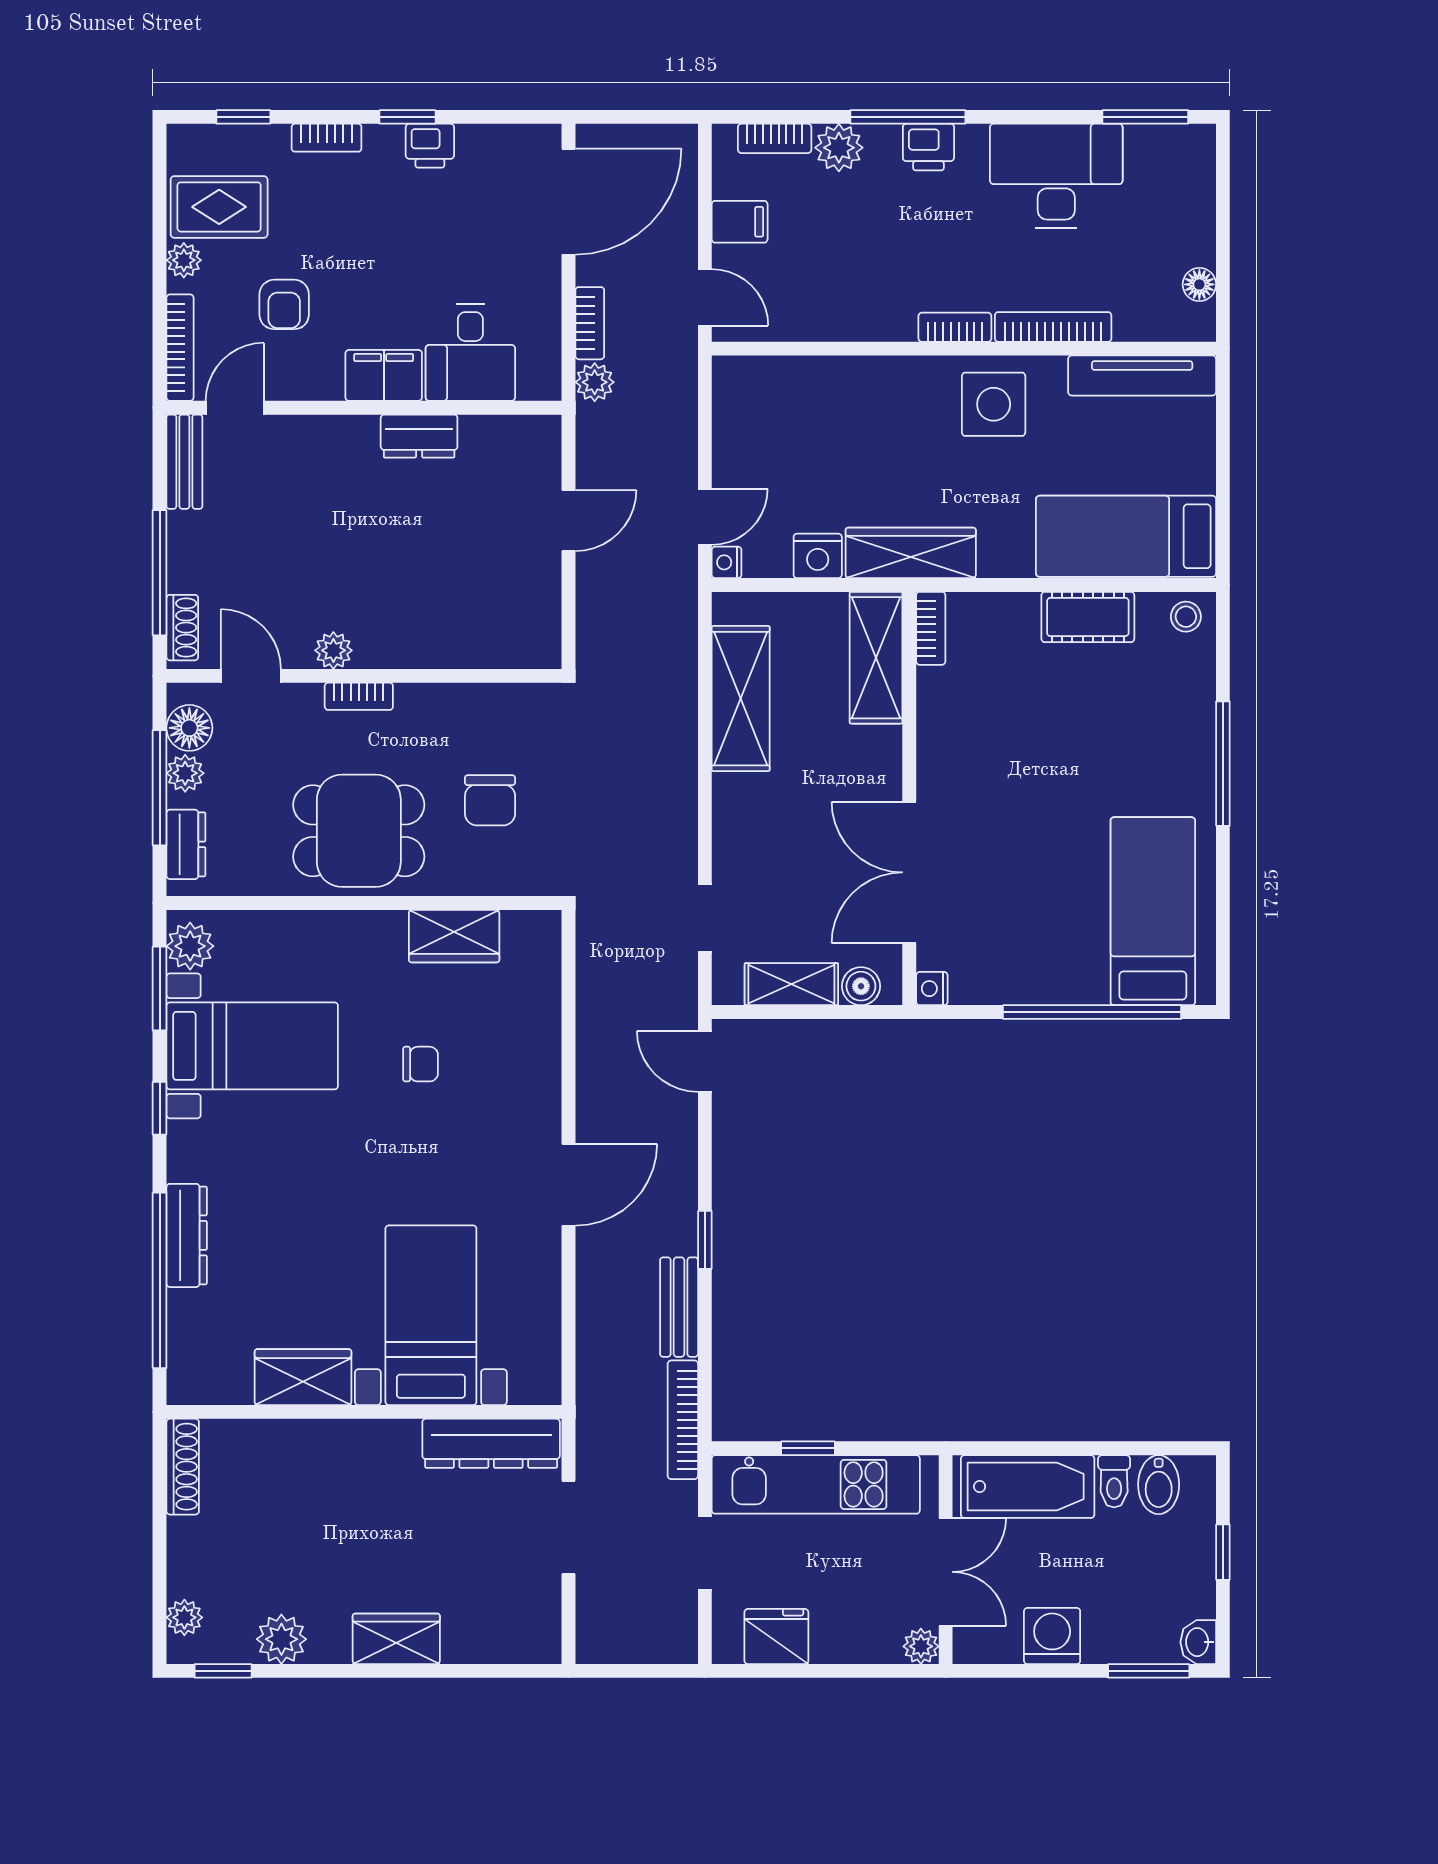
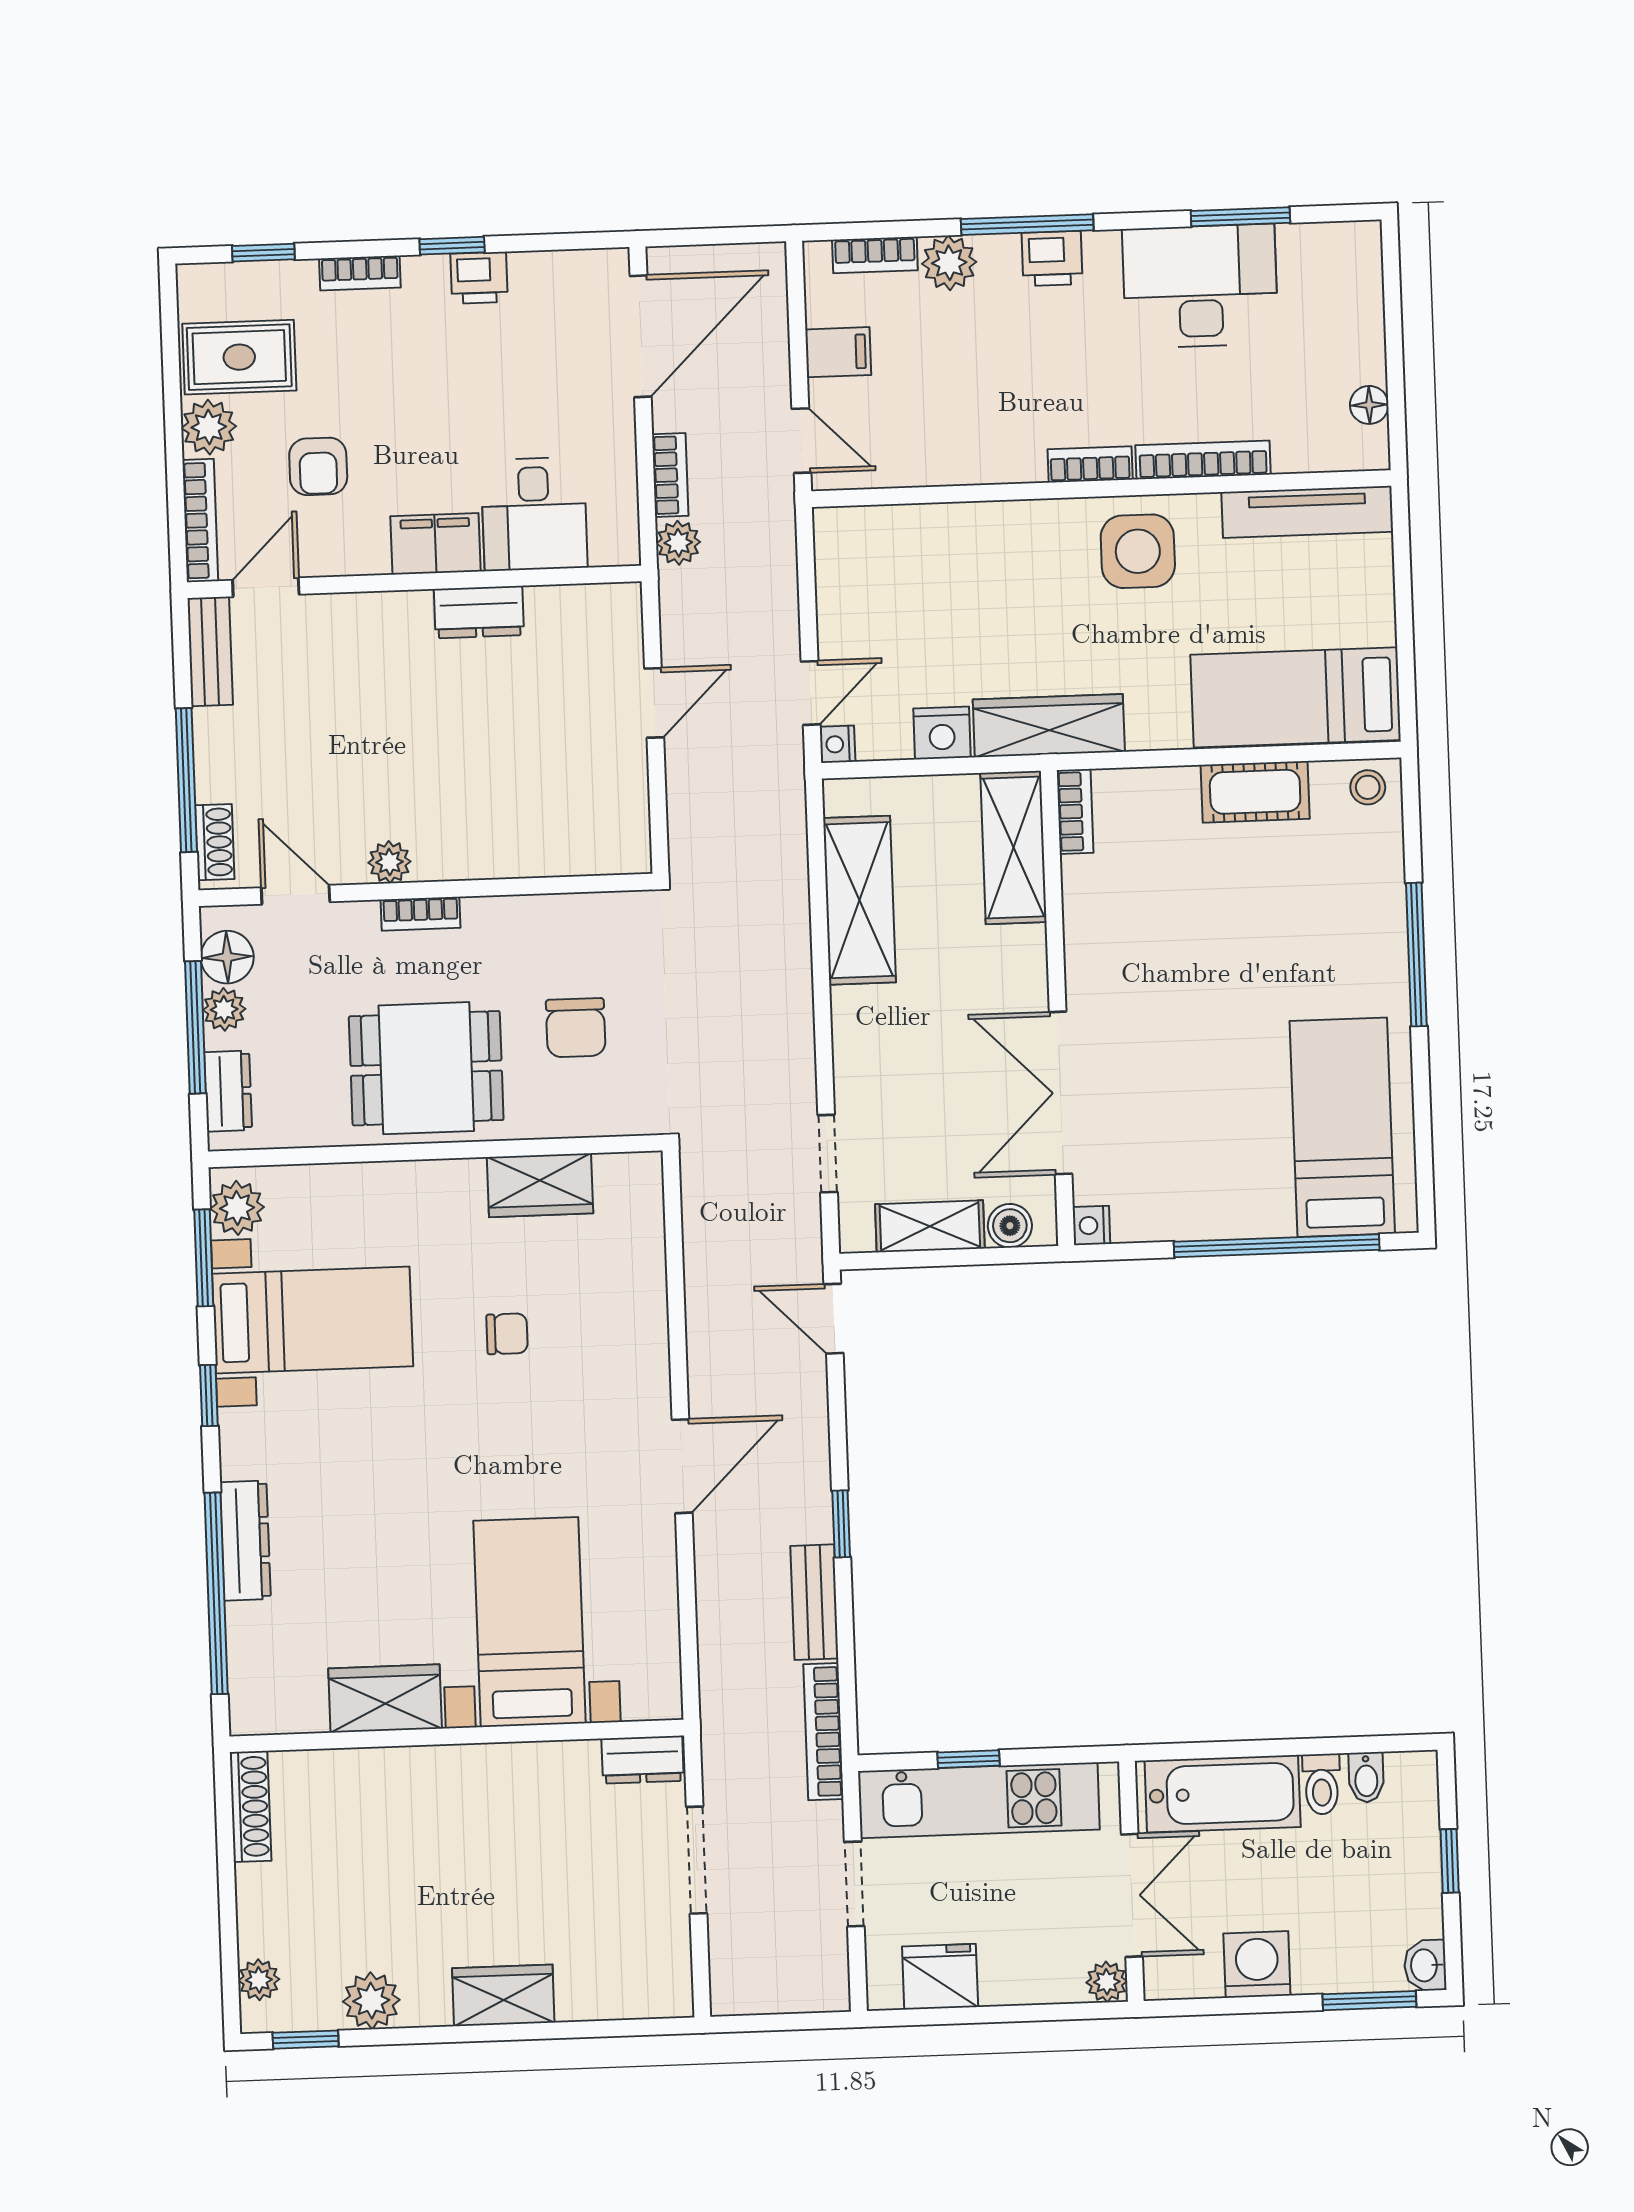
window: (1145, 117) -> (1240, 217), moved
plant: (184, 260) -> (209, 427), width x1.38, depth x1.38
dresser: (491, 1443) -> (643, 1760), width x0.51, depth x0.80
bidet: (1159, 1485) -> (1366, 1777), width x0.72, depth x0.74

